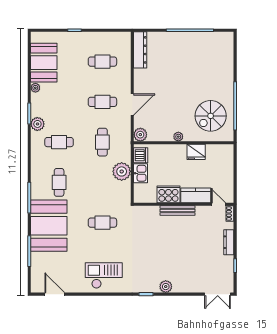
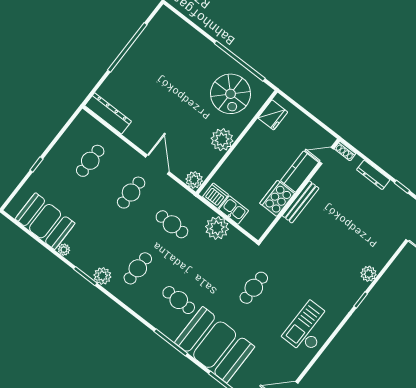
plant: (178, 137) -> (222, 140), width x1.88, depth x1.88
fridge: (196, 152) -> (273, 115), moved

